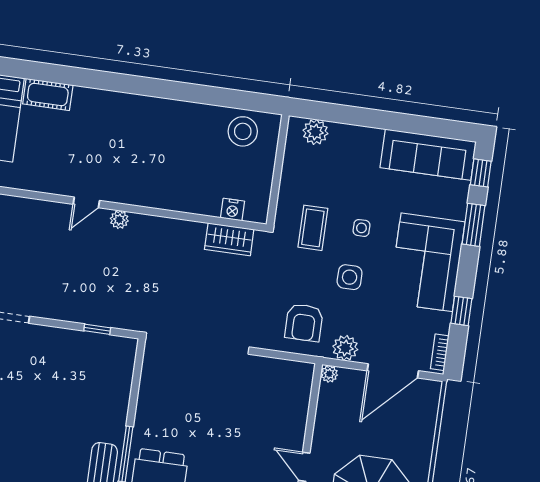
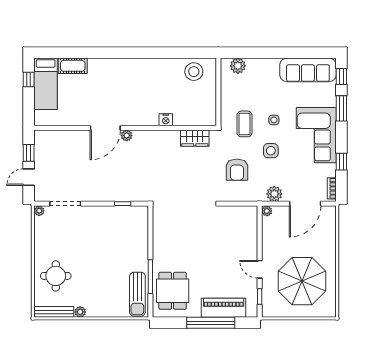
door: (86, 202) -> (105, 128), width x1.87
nightstand: (232, 210) -> (166, 120), moved
armchair: (304, 323) -> (237, 170), moved

